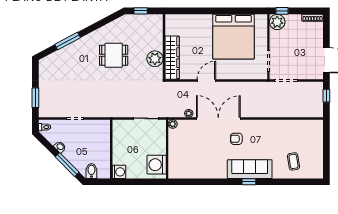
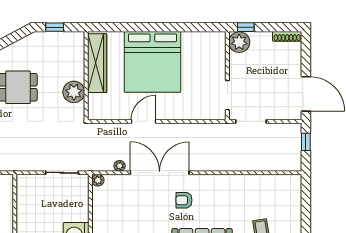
bed: (234, 37) -> (152, 62), moved
wardrobe: (172, 58) -> (97, 63), moved

